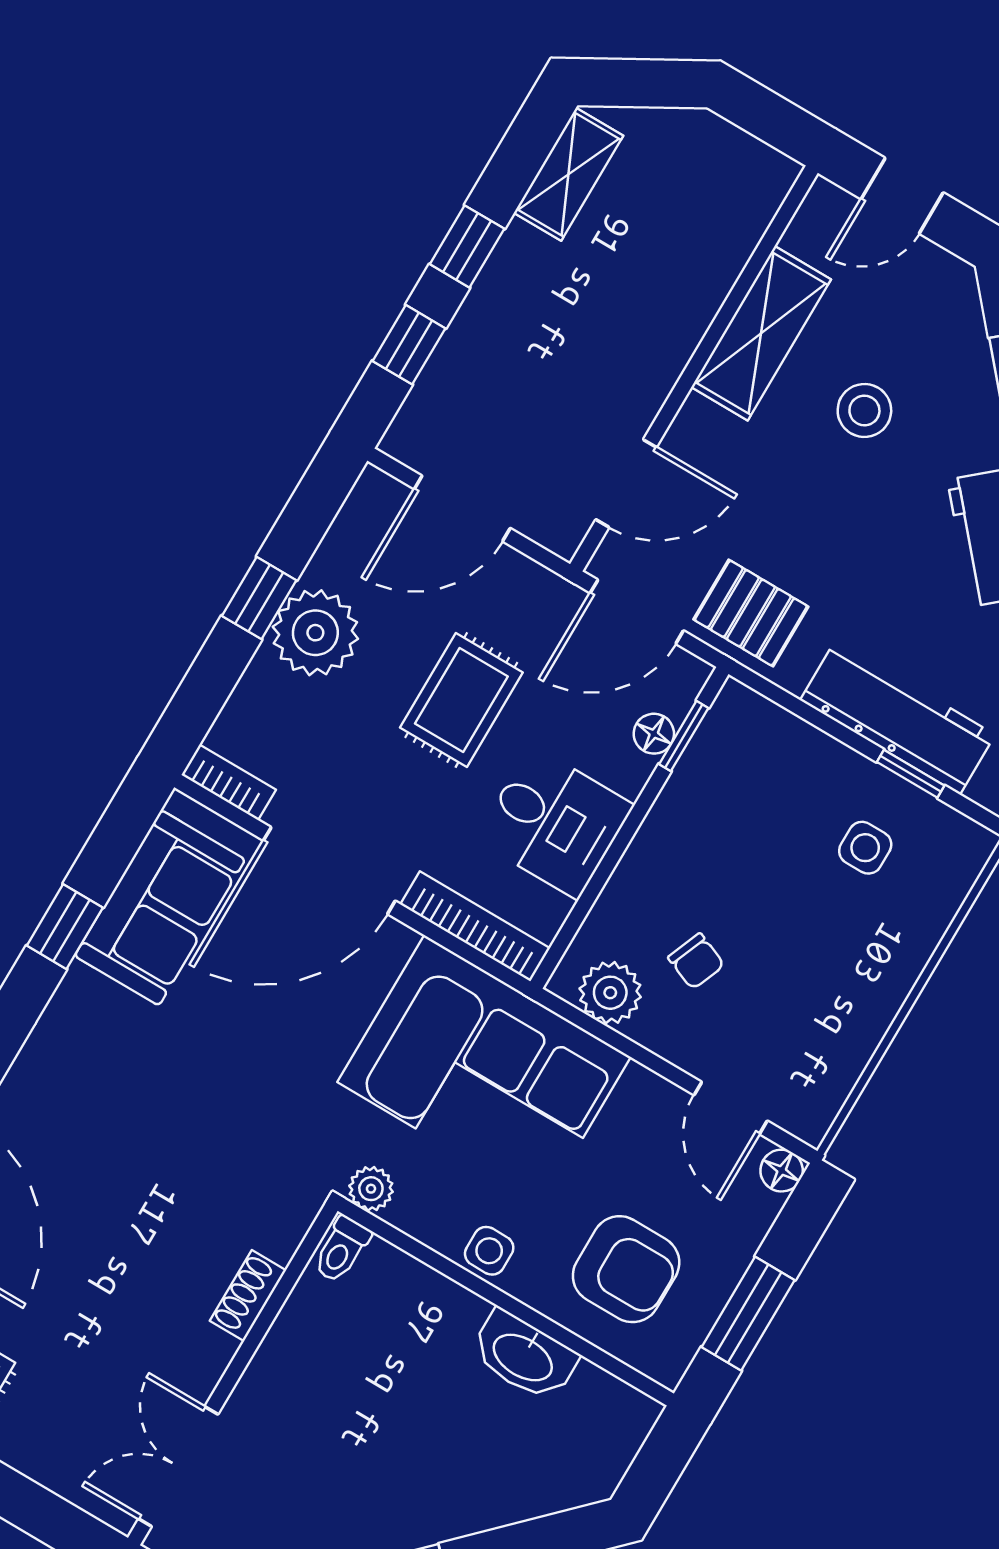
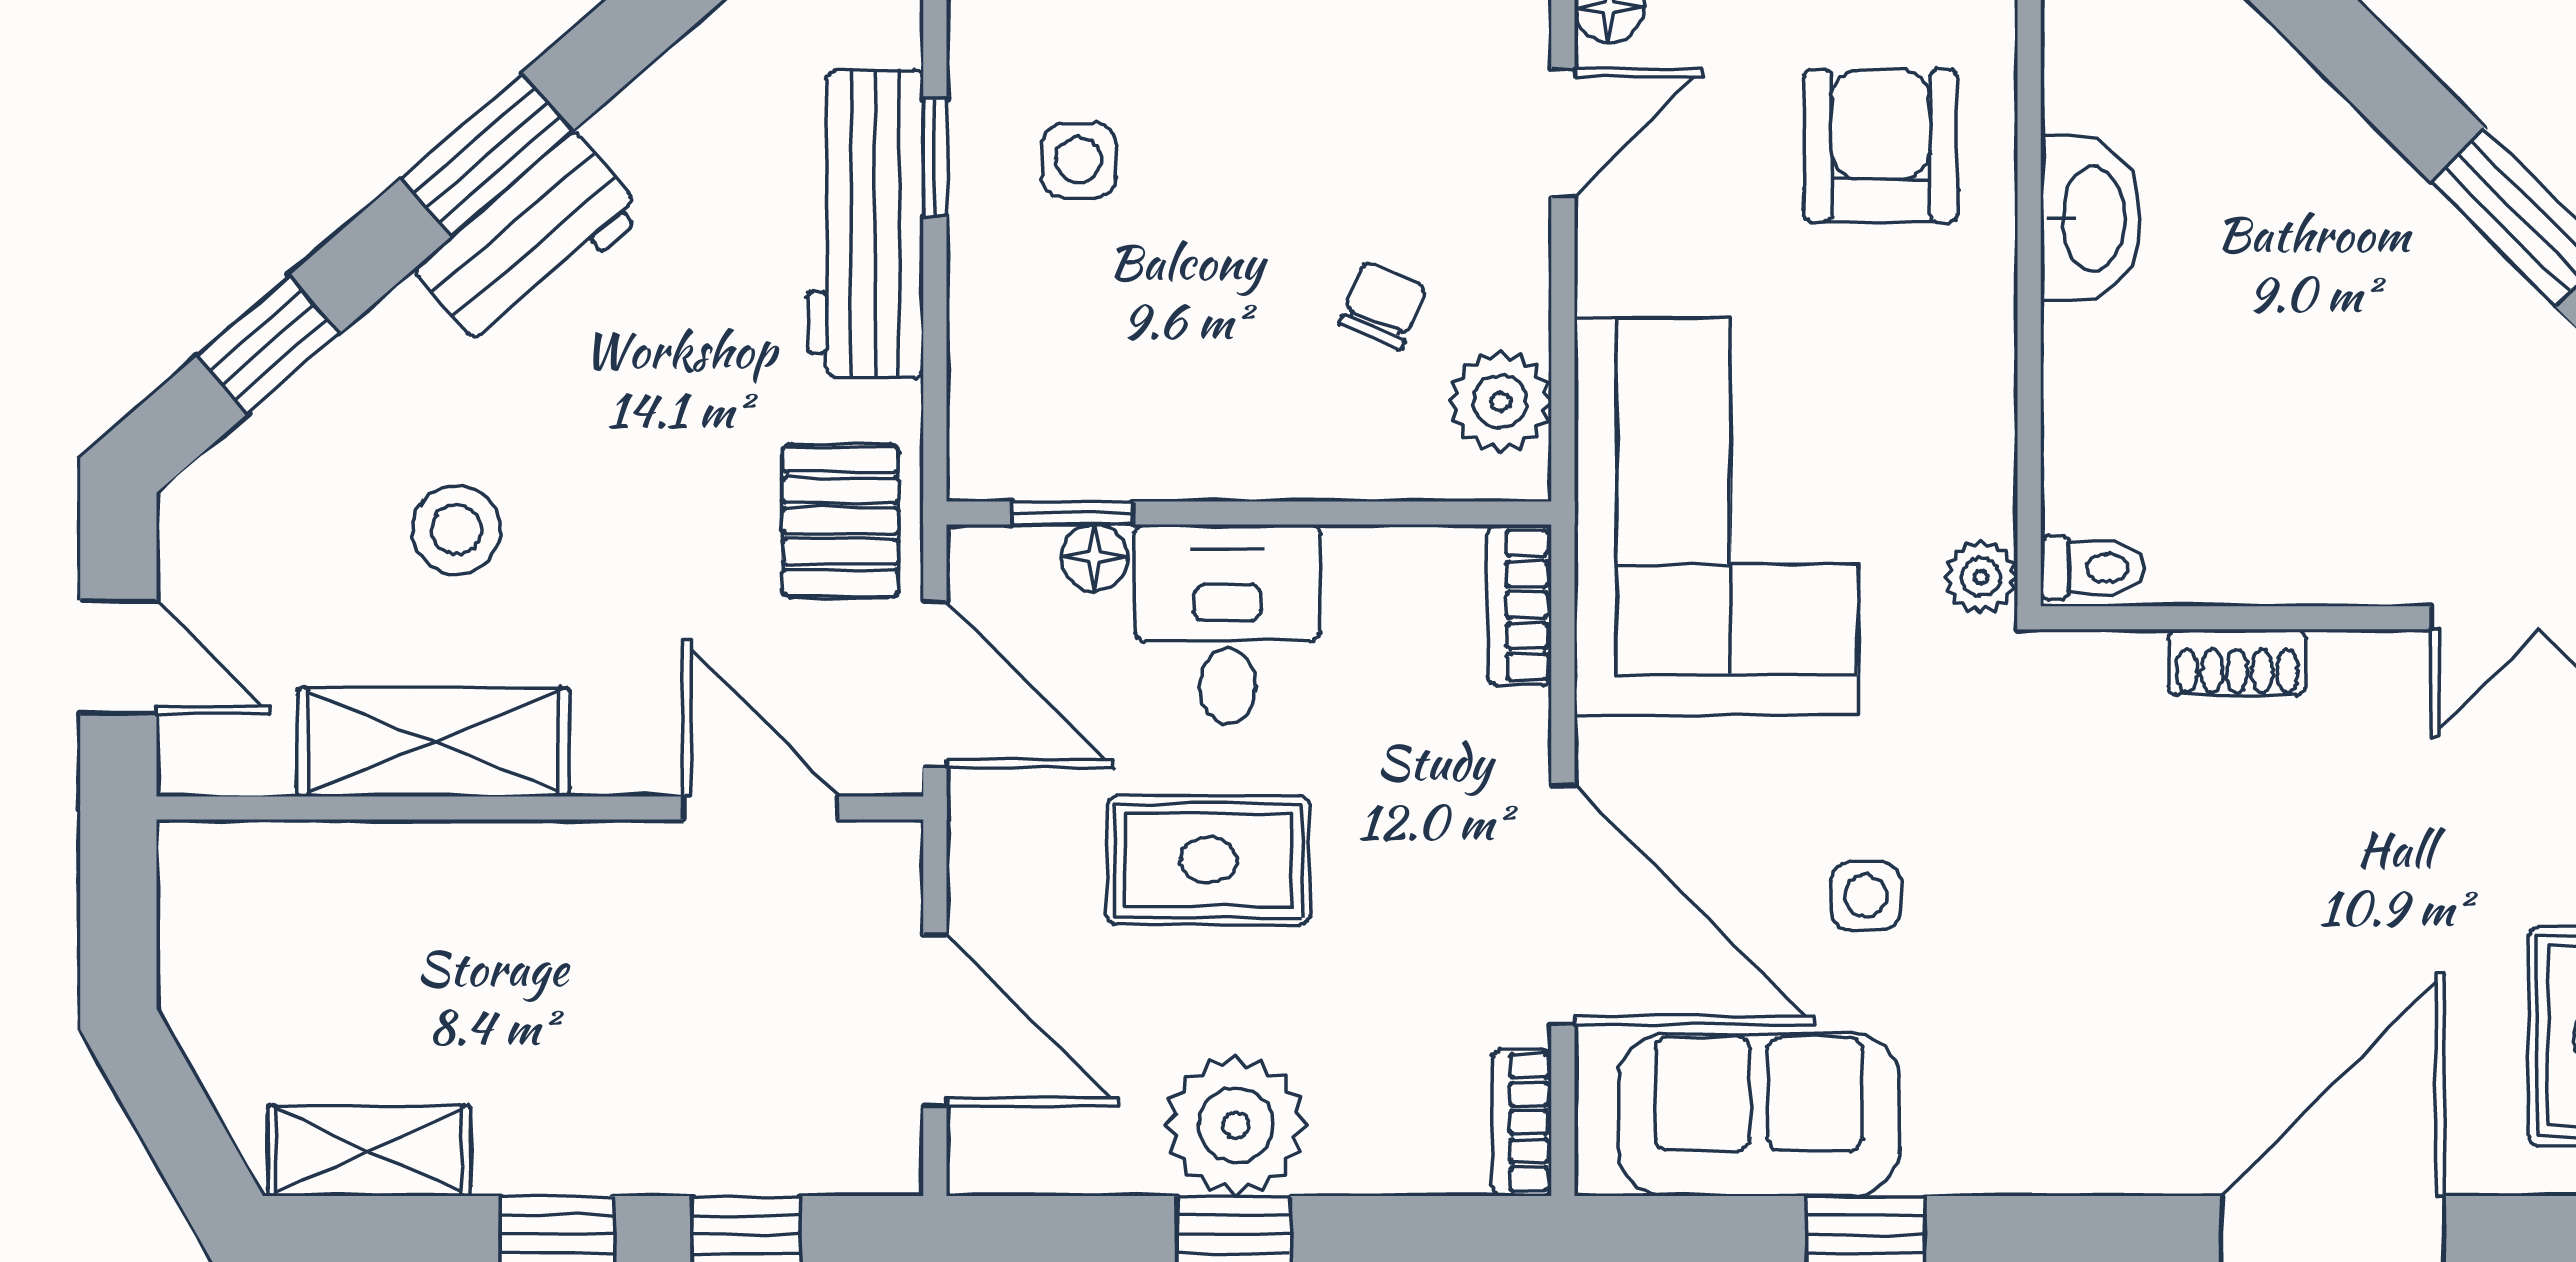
desk: (555, 822) -> (1228, 624), moved
bookcase: (475, 926) -> (1519, 605), width x0.64
side table: (489, 1251) -> (1866, 896), moved

